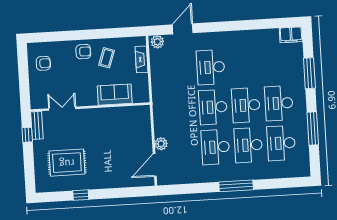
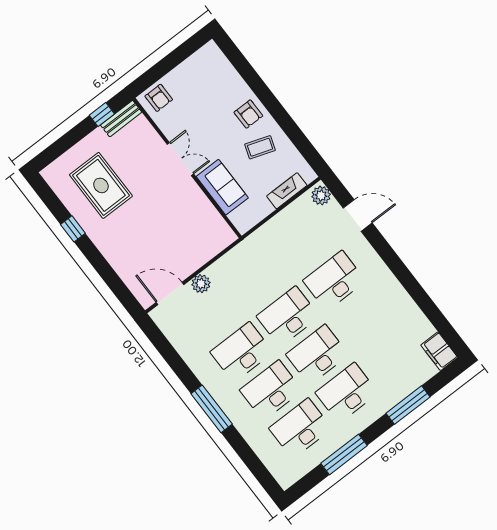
armchair: (43, 63) -> (159, 98), moved
double door: (62, 109) -> (180, 159), moved

